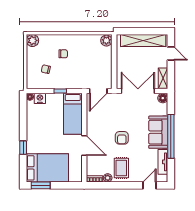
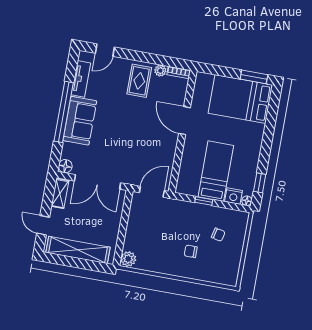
plant: (32, 40) -> (229, 277), removed
bed: (73, 114) -> (216, 171), moved
armchair: (122, 138) -> (131, 122), removed
window: (23, 148) -> (260, 183), moved

